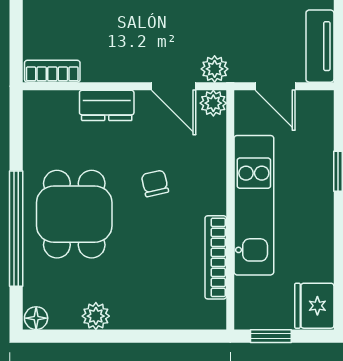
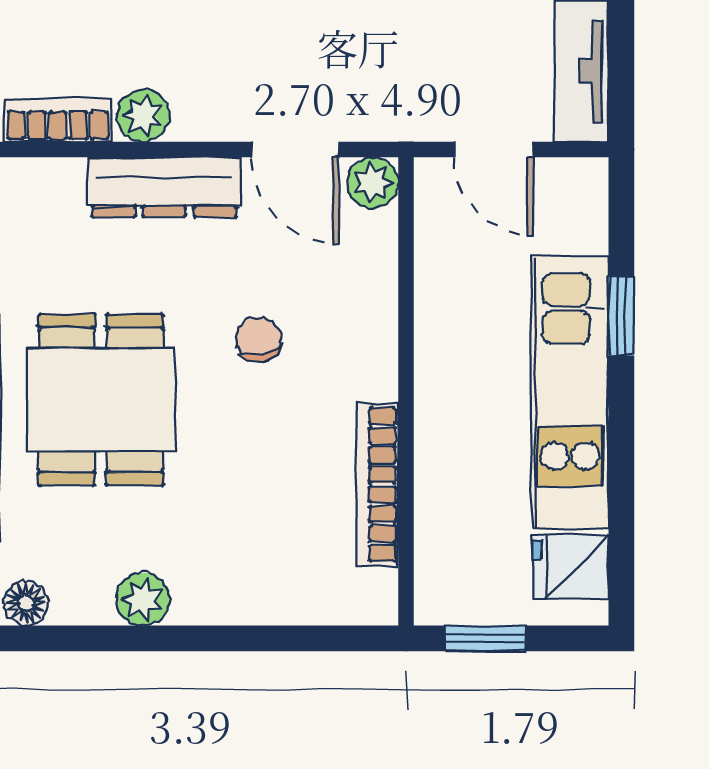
plant: (215, 69) -> (143, 116), moved
dresser: (107, 105) -> (164, 187), width x1.44
kitchen unit: (254, 205) -> (570, 393), moved, turned 180
fridge: (314, 306) -> (570, 567), width x0.72

